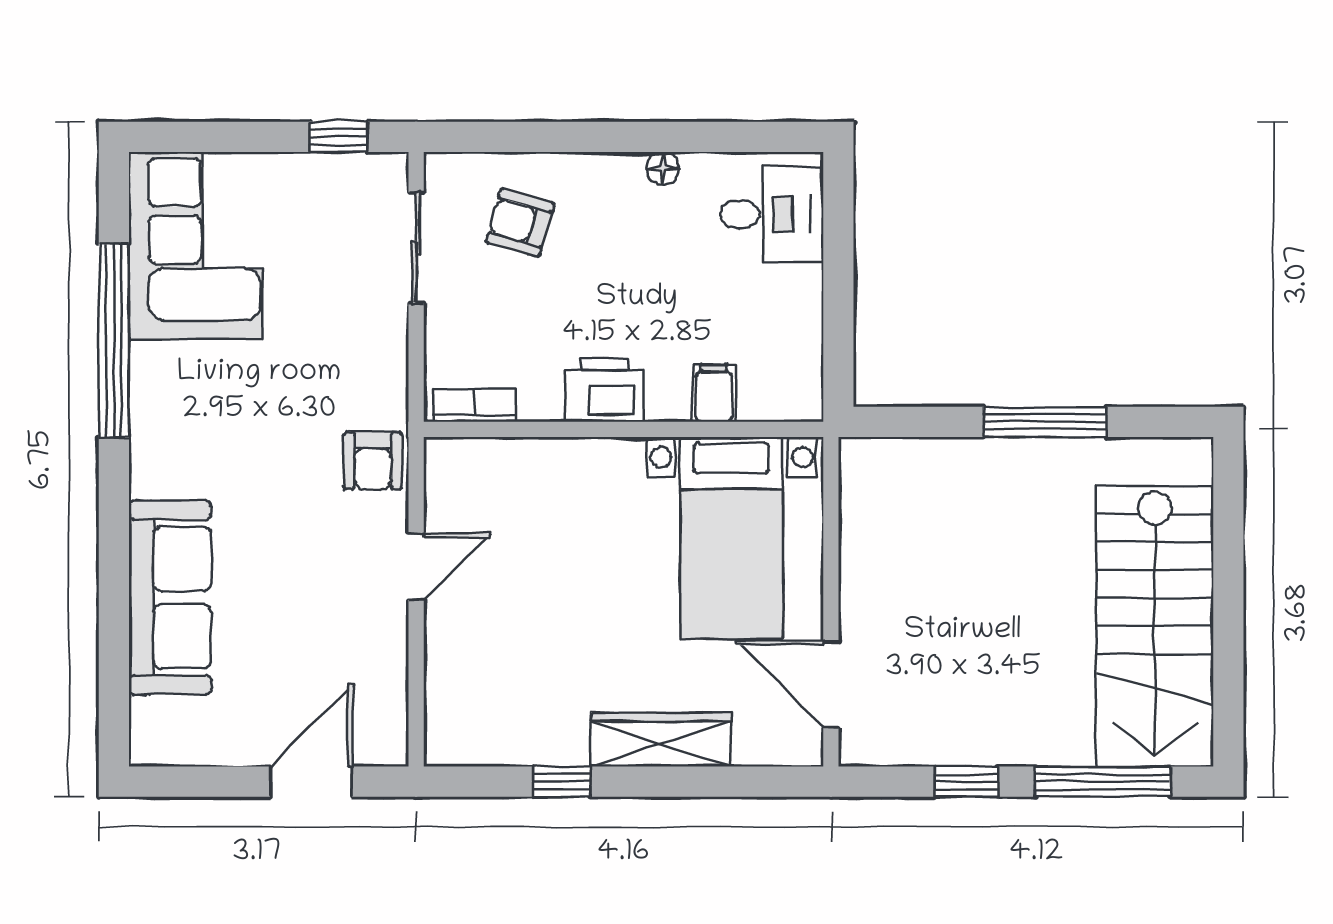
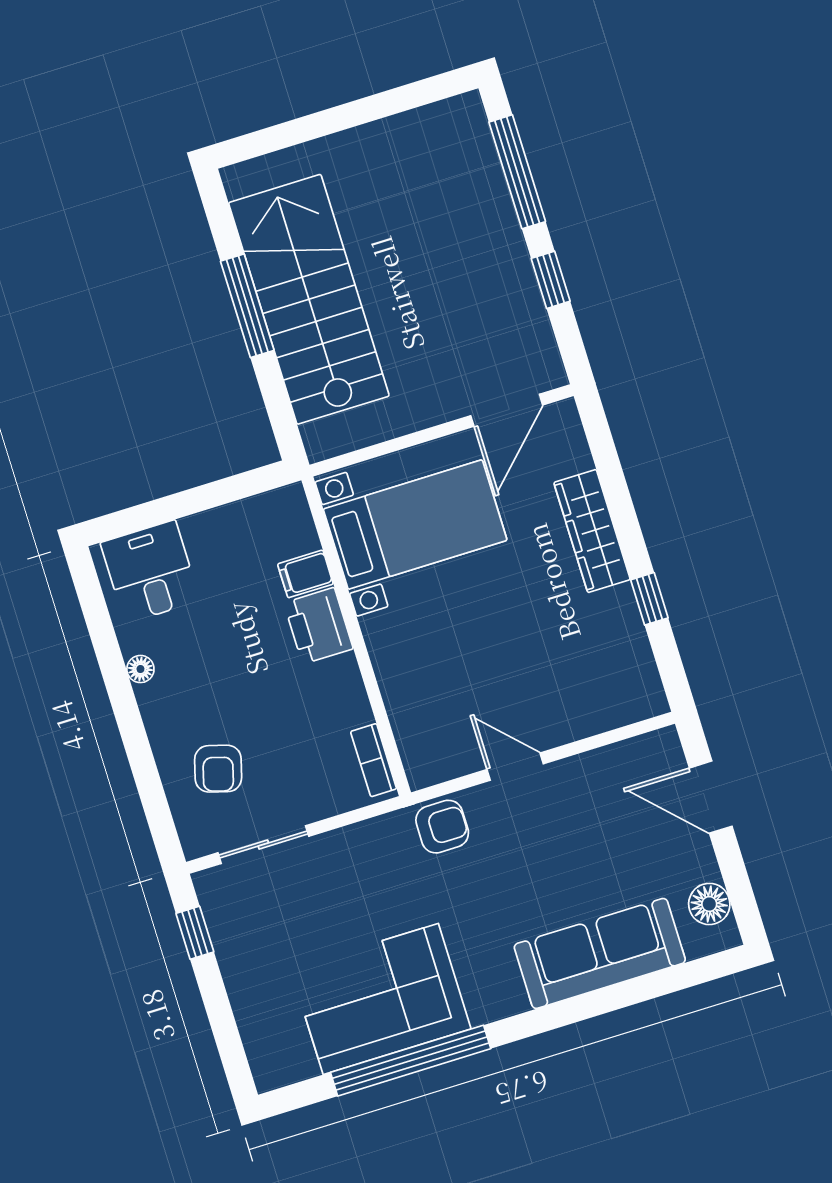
corner sofa: (196, 246) -> (381, 999), moved
printer: (604, 390) -> (318, 626), moved
stairs: (1155, 626) -> (309, 299), moved, turned -90
floor lamp: (188, 742) -> (709, 904), added

